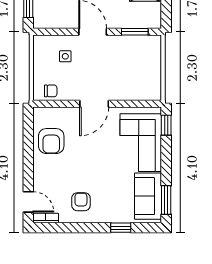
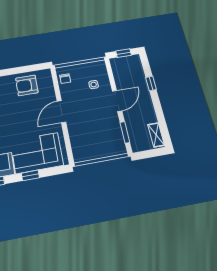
door: (94, 104) -> (61, 112), hinge flipped
window: (166, 125) -> (30, 175), moved

